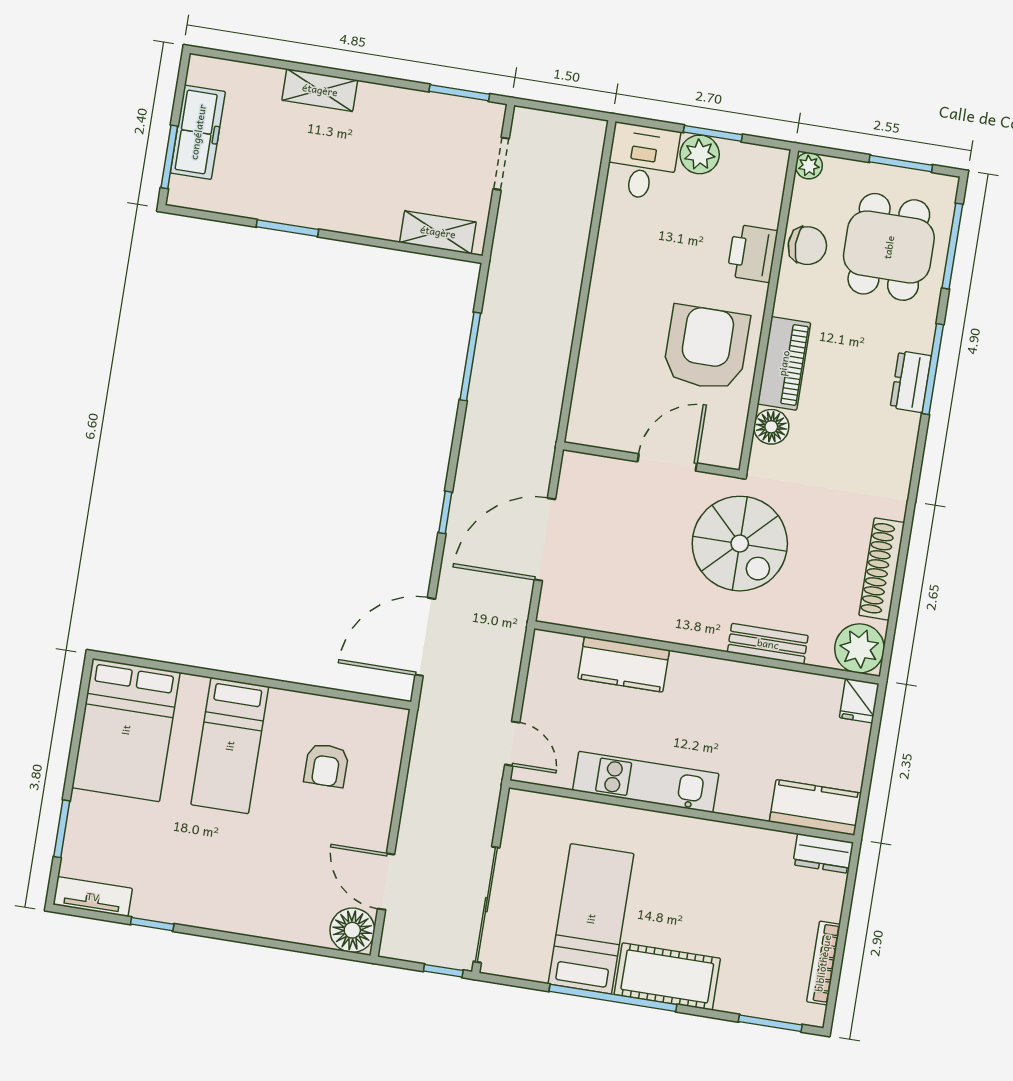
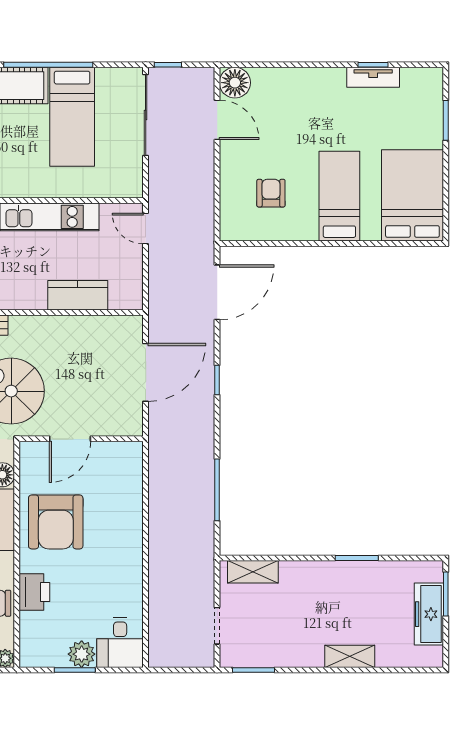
tv unit: (93, 897) -> (373, 77), moved

